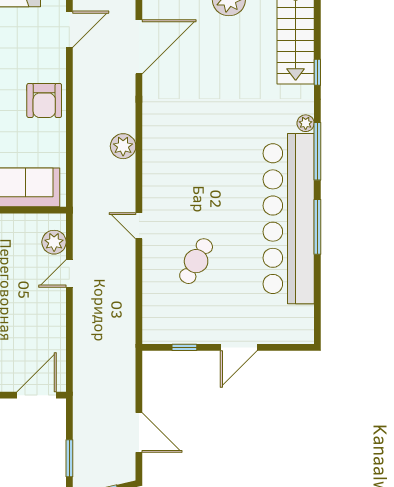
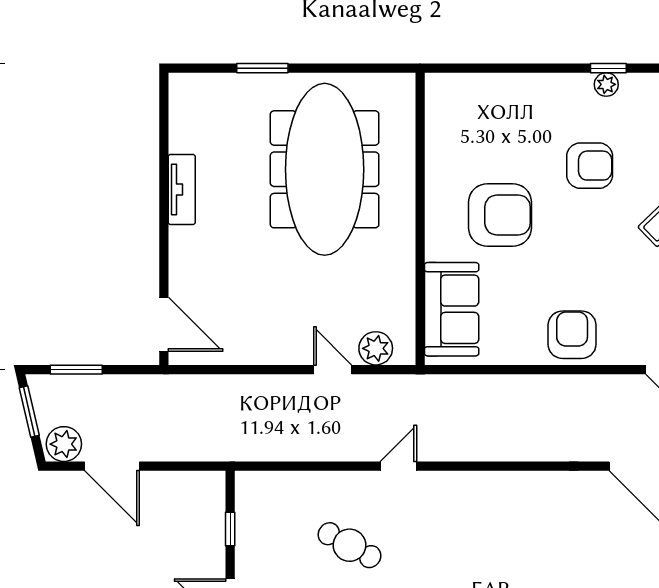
armchair: (44, 100) -> (572, 335), turned 90
plant: (123, 146) -> (64, 444), moved
door: (139, 433) -> (112, 466), hinge flipped

